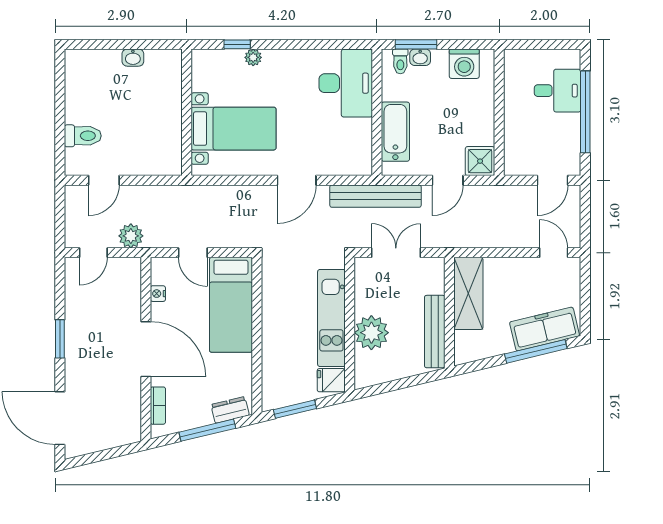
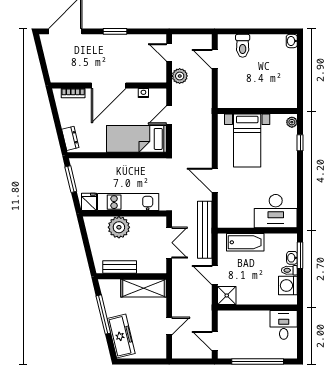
plant: (253, 57) -> (292, 122), moved
washbasin: (133, 58) -> (292, 41), moved
toilet: (400, 61) -> (289, 270), moved
desk: (558, 91) -> (284, 325), moved, turned 180
door: (554, 253) -> (169, 326), moved
bench: (435, 332) -> (120, 267), width x0.73
window: (536, 351) -> (103, 314), moved
window: (207, 430) -> (58, 124), removed

